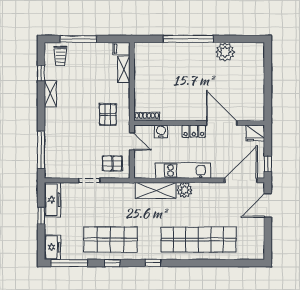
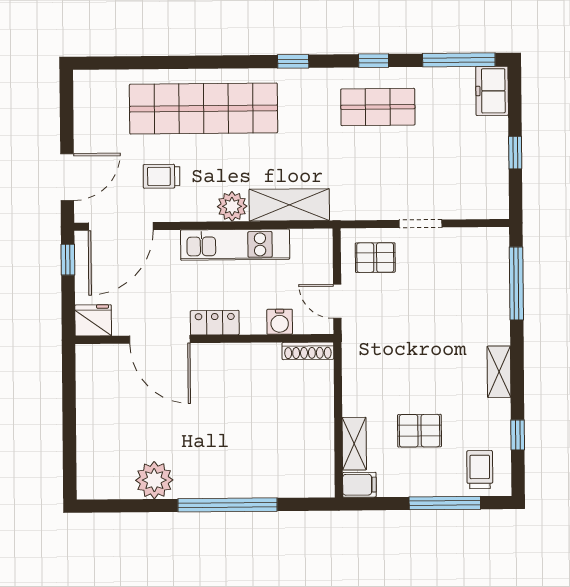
shelving: (50, 94) -> (499, 372), moved
pallet: (108, 114) -> (420, 431), moved, turned 90
freezer: (53, 200) -> (493, 185), removed
trolley: (220, 205) -> (161, 176), added
shop shelf: (110, 240) -> (378, 107), width x0.70, depth x0.74

